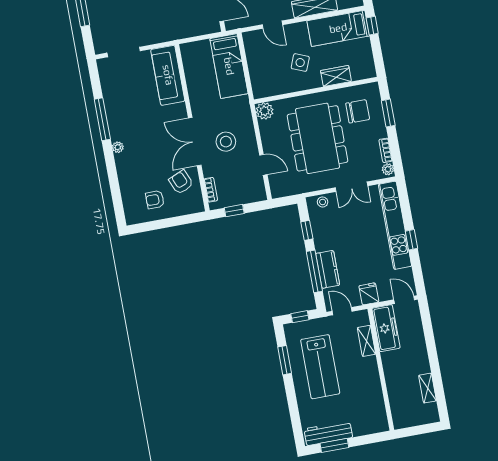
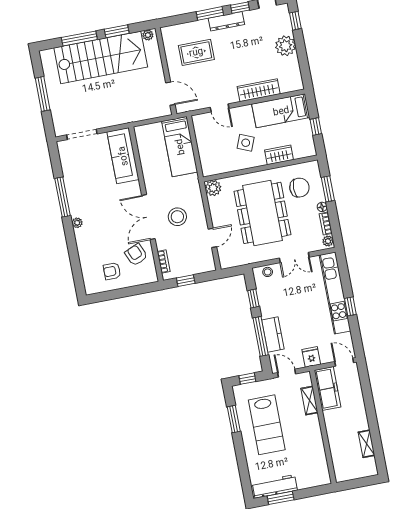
window: (372, 26) -> (316, 127), moved
floor lamp: (382, 132) -> (322, 207), added
door: (263, 165) -> (212, 238), hinge flipped

